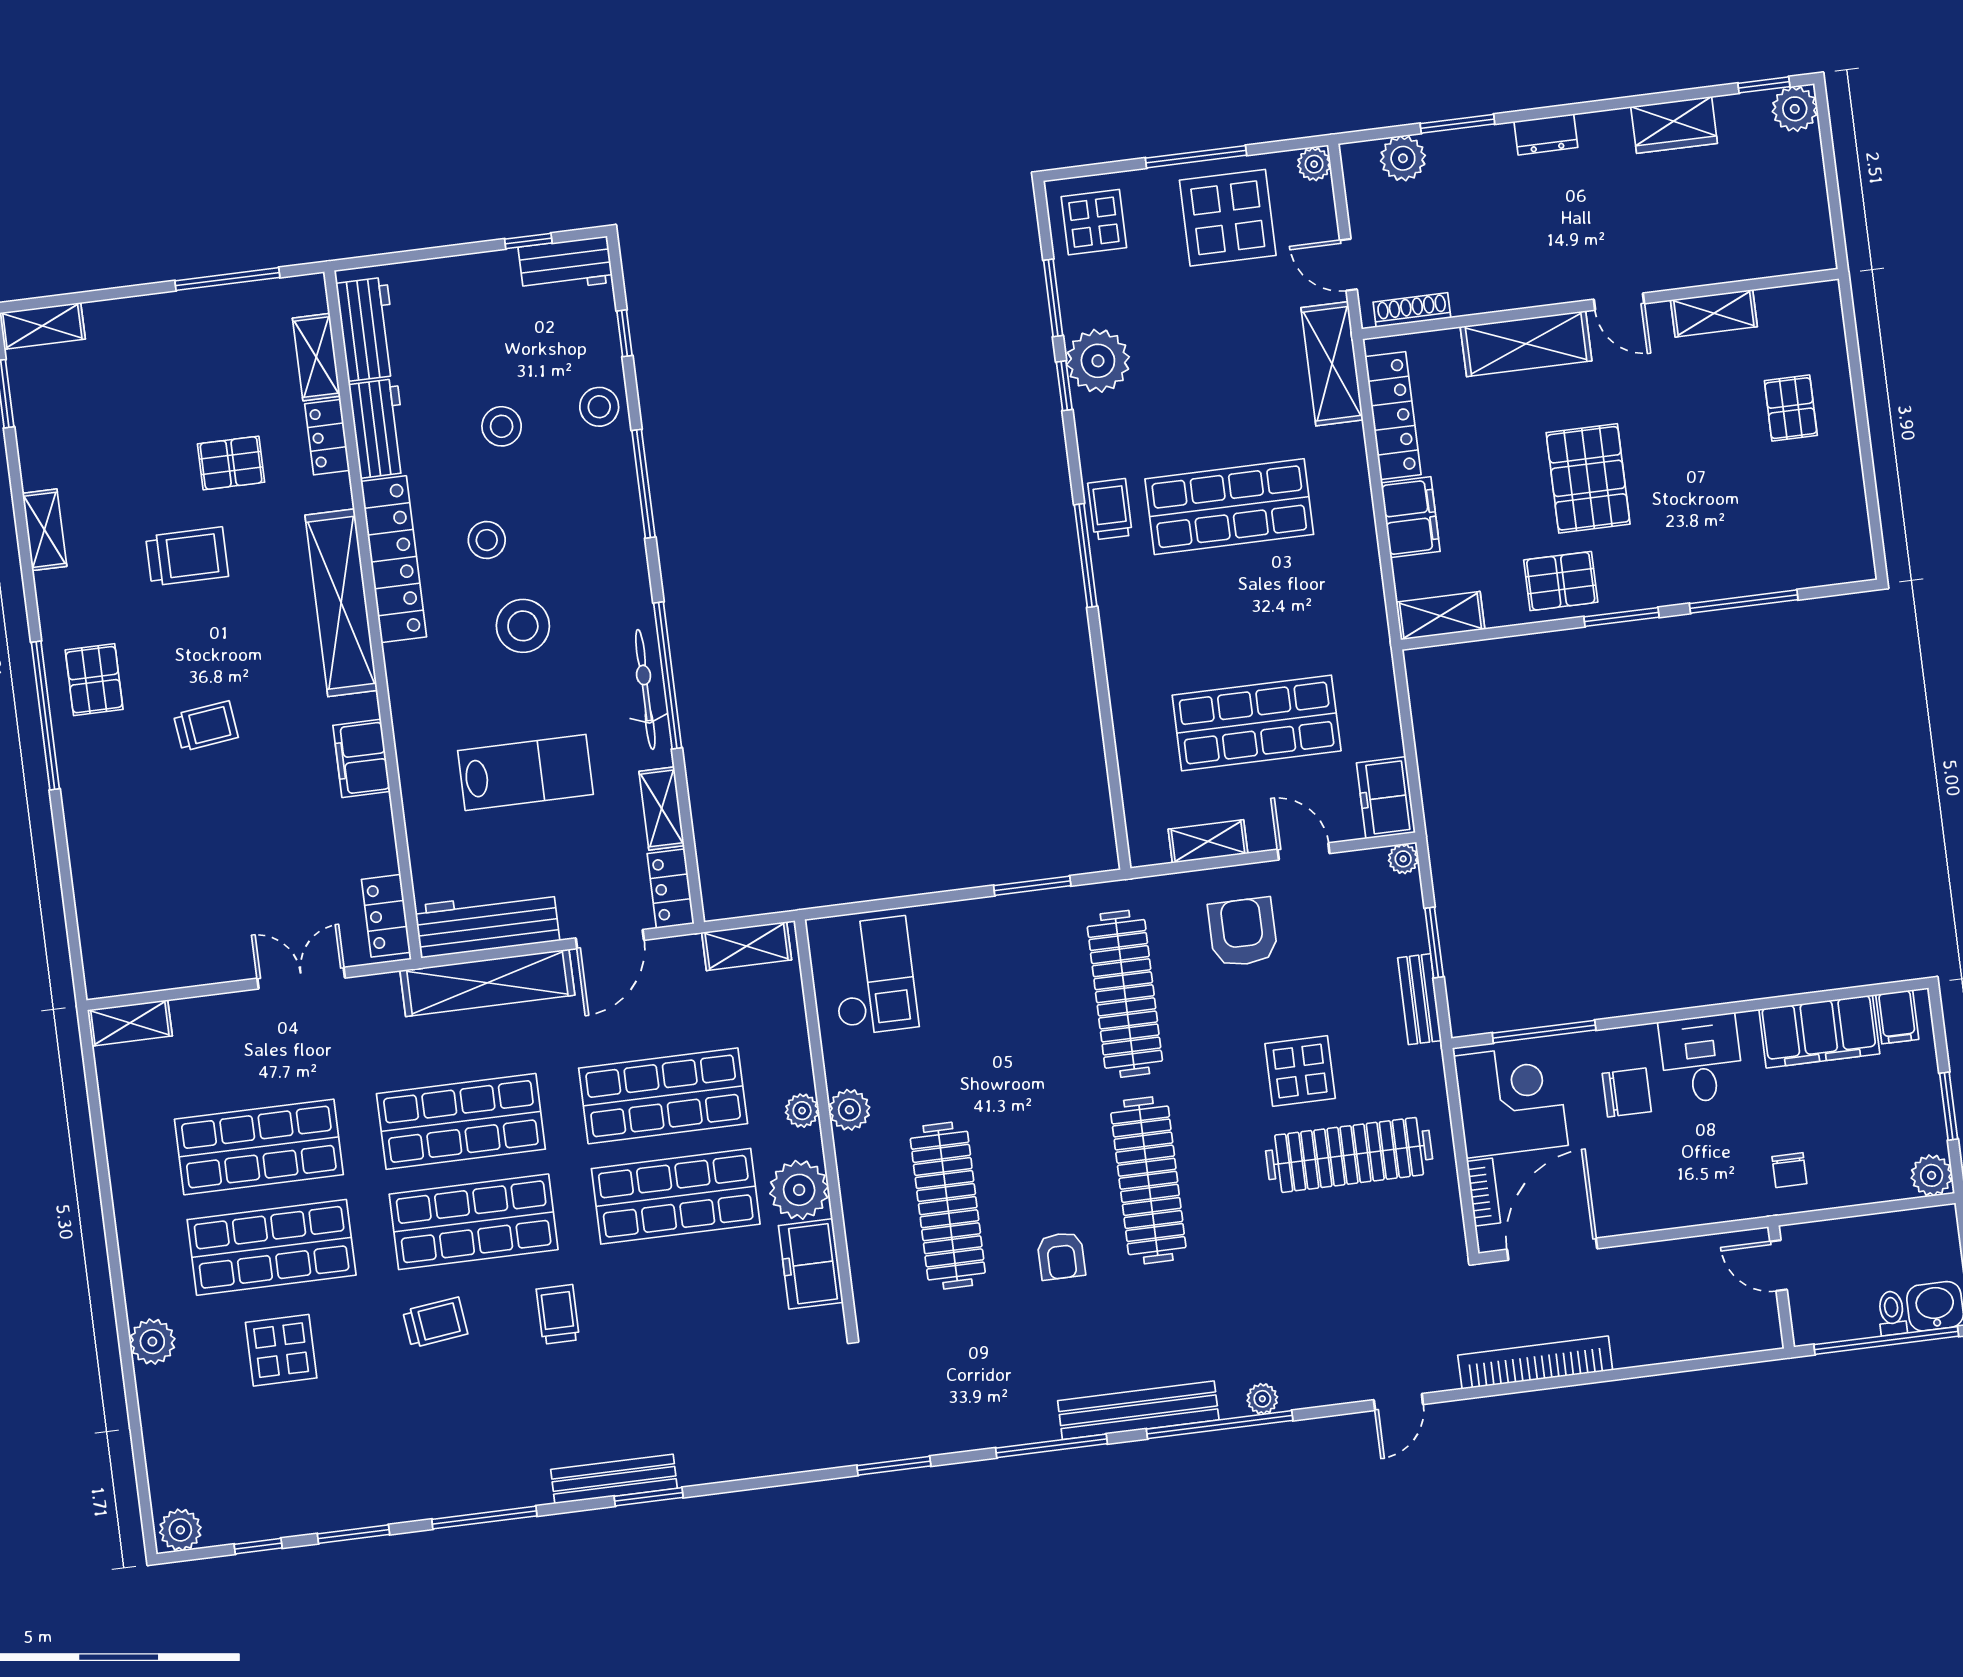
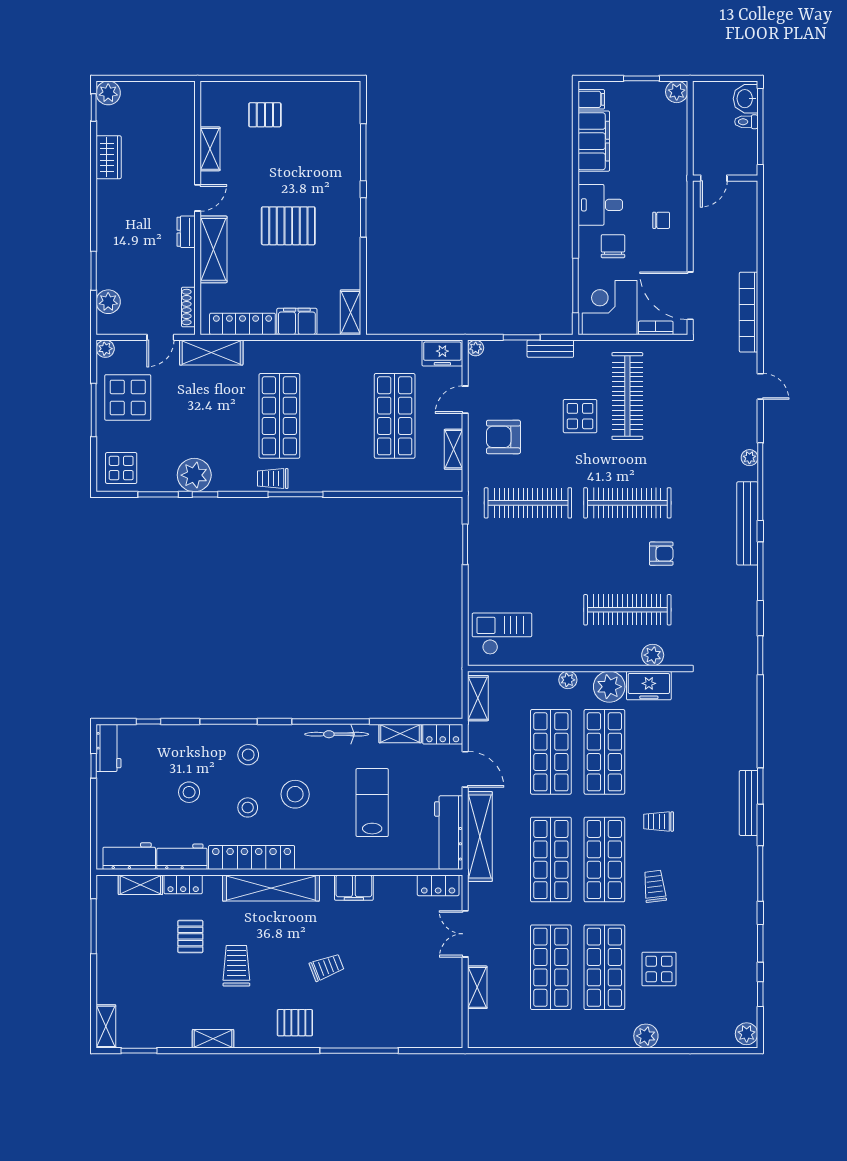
dresser: (1546, 134) -> (186, 232), moved, turned 180
stool: (599, 407) -> (248, 755), moved
pallet: (1561, 581) -> (340, 247), removed
window: (45, 715) -> (359, 1051), moved
trolley: (206, 726) -> (327, 967), turned 76
shelving: (130, 1023) -> (477, 987), moved
plant: (849, 1110) -> (653, 655), moved
chair: (1789, 1170) -> (661, 220), moved

